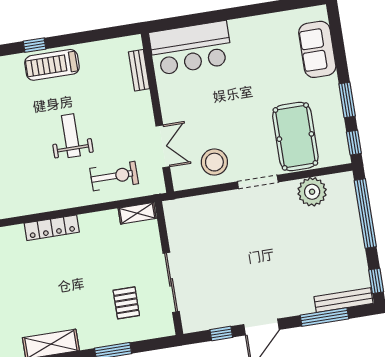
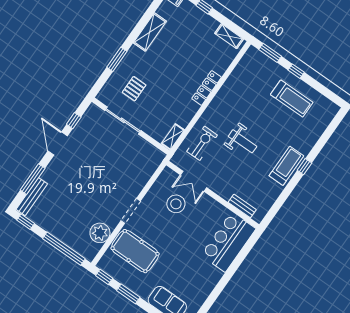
stool: (214, 162) -> (176, 204), moved
exercise bike: (114, 176) -> (202, 143), turned 180
pallet: (126, 303) -> (134, 89), turned 90

